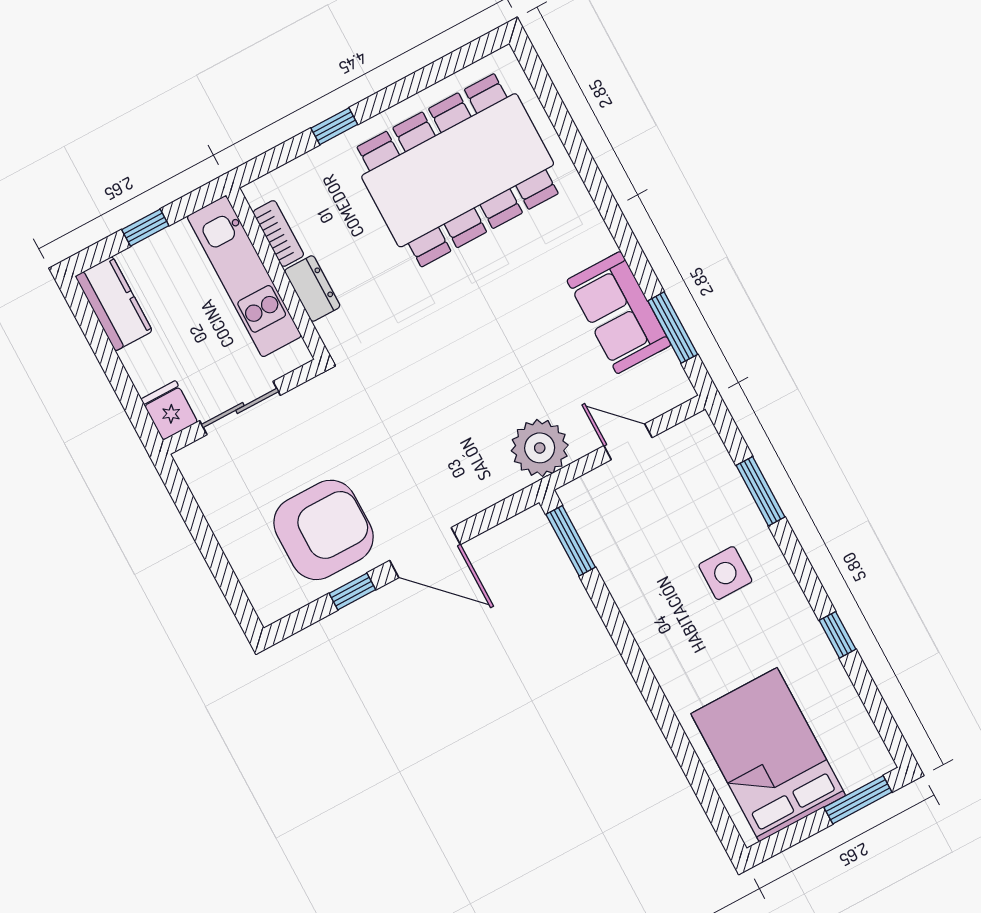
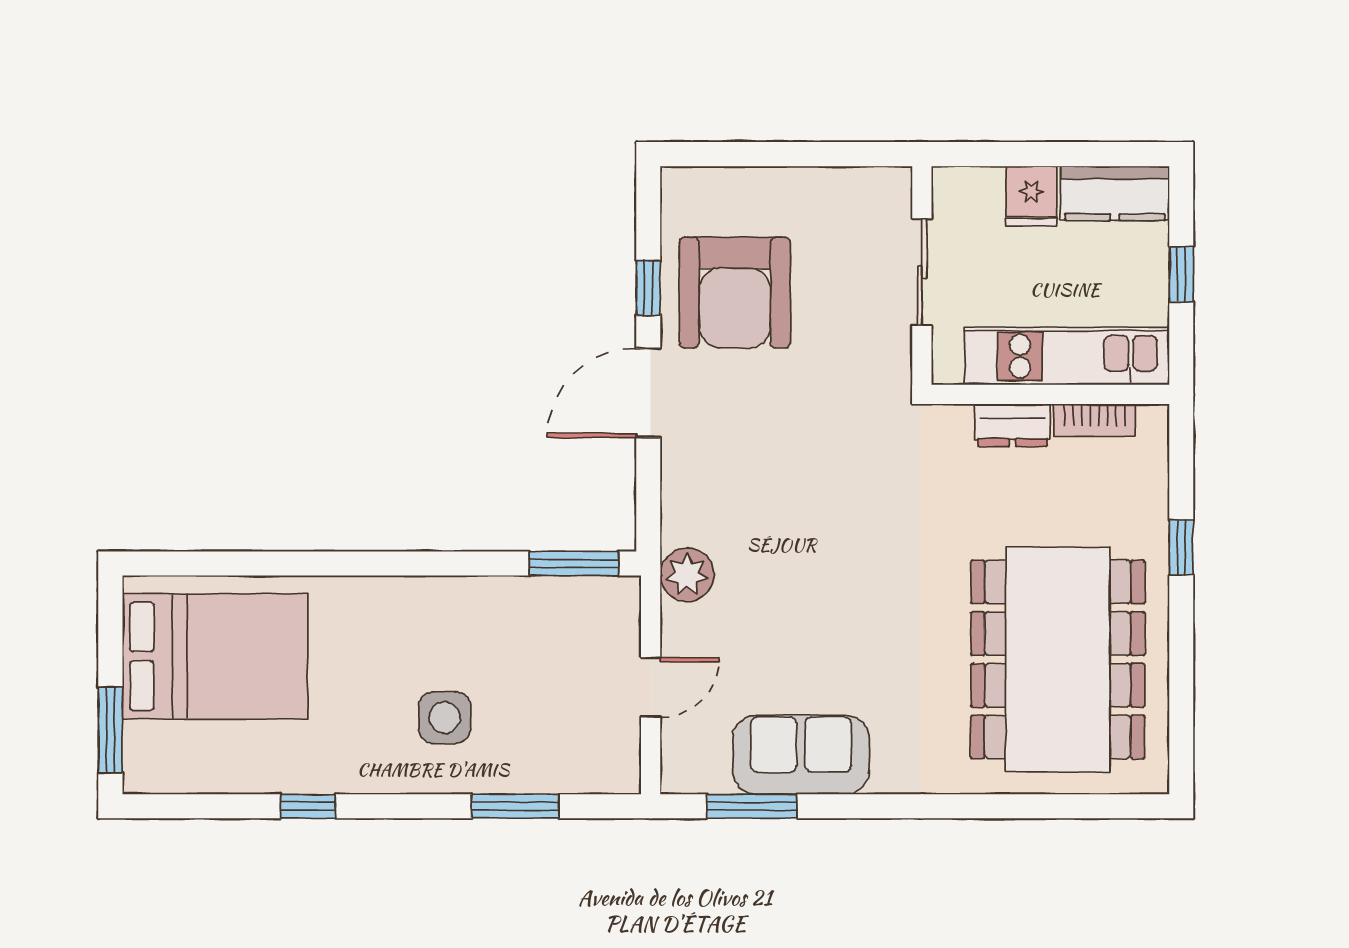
fridge: (169, 410) -> (1031, 196), moved, turned 90
plant: (540, 448) -> (687, 575), width x0.73, depth x0.73

